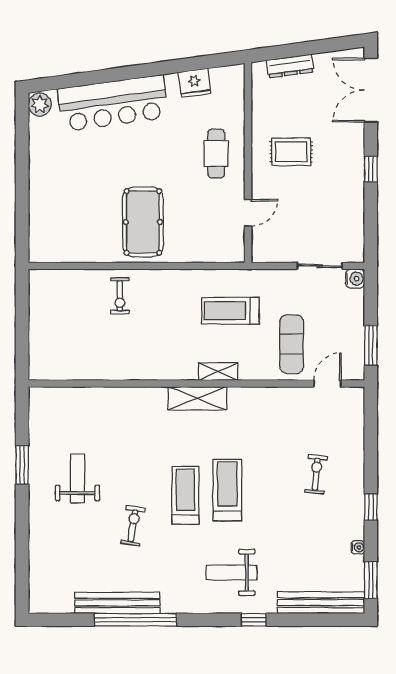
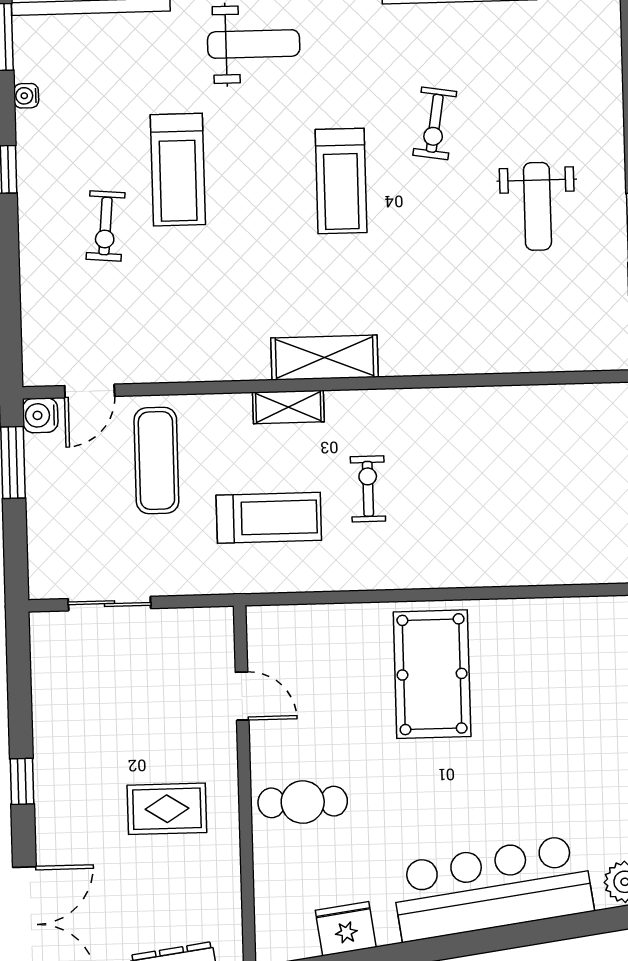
cafe table: (216, 153) -> (303, 802), turned 90
door: (248, 213) -> (242, 696), swing flipped
water cooler: (355, 279) -> (40, 415), moved
exercise bike: (120, 296) -> (368, 489), moved
treadmill: (227, 490) -> (178, 170), moved

